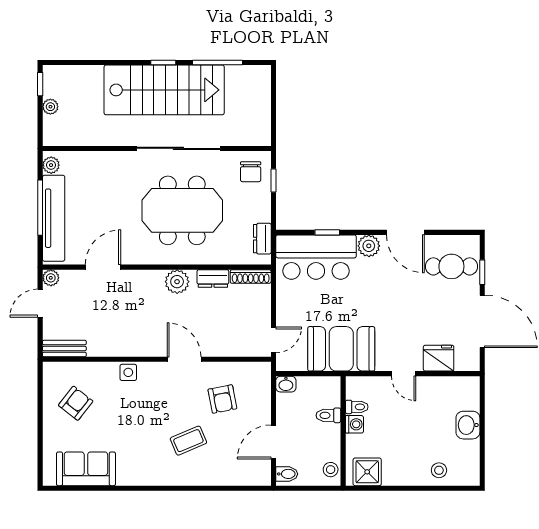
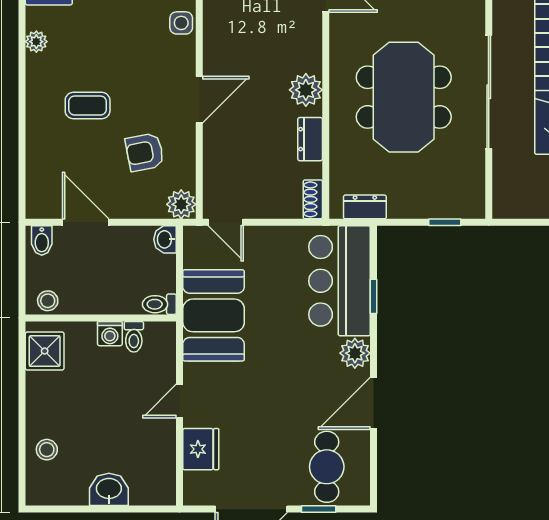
chair: (251, 172) -> (457, 191), removed
shoe rack: (251, 277) -> (313, 199), width x0.70
plant: (260, 372) -> (181, 204), added
toilet: (328, 415) -> (159, 304), moved, turned -90
coffee table: (188, 441) -> (88, 106), turned -67
plant: (142, 478) -> (36, 42), added

